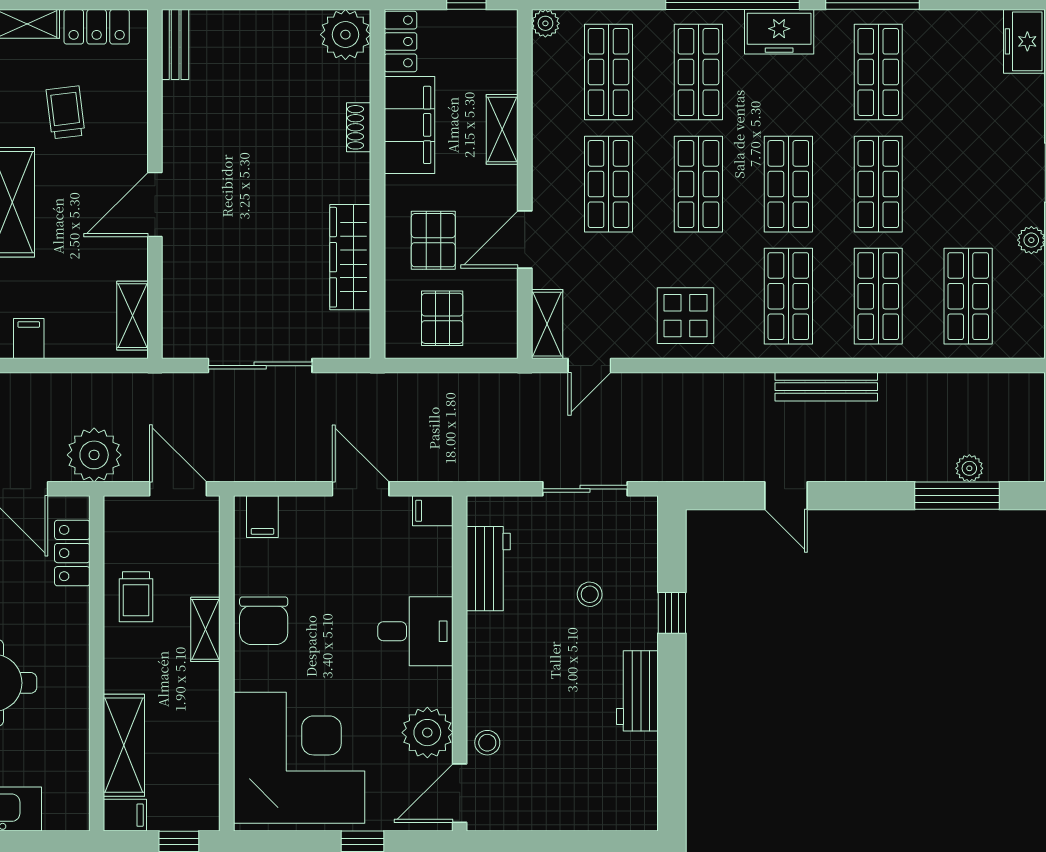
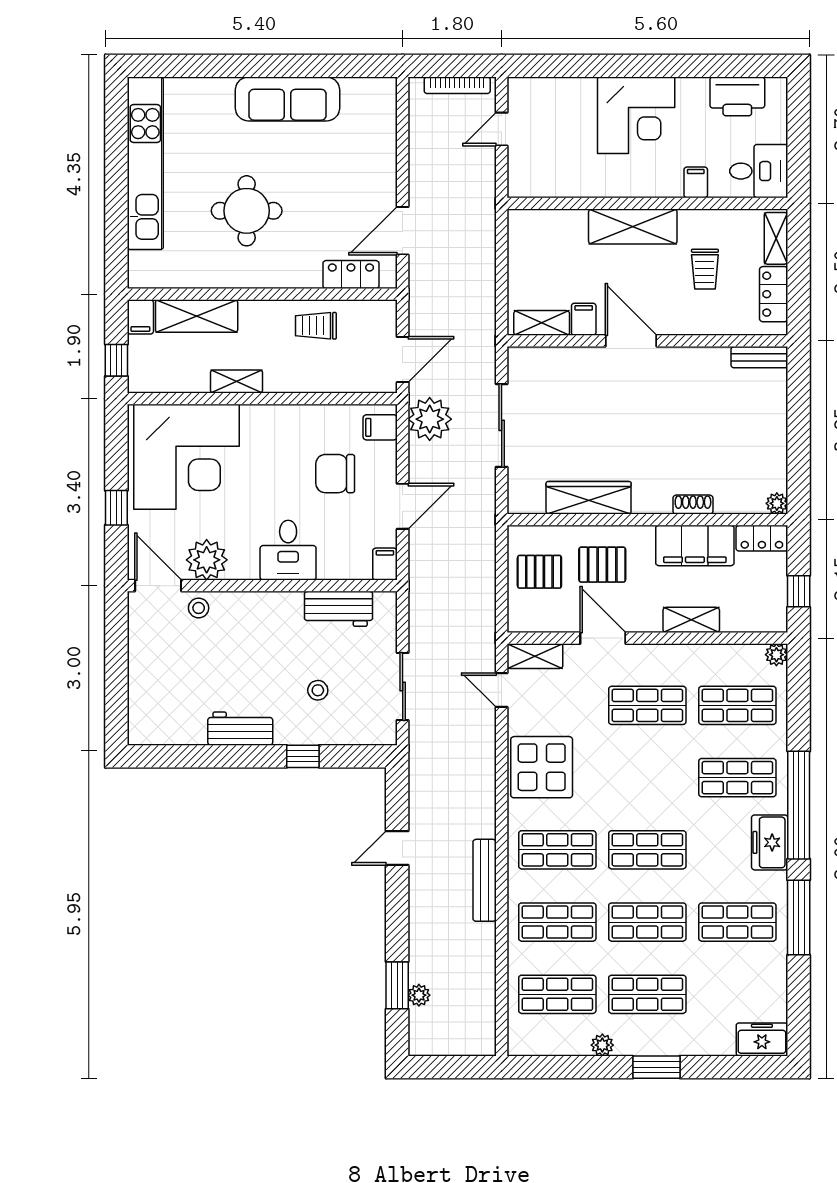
plant: (345, 35) -> (777, 503), width x0.53, depth x0.53
trolley: (66, 112) -> (705, 269), turned 97
shop shelf: (698, 184) -> (647, 994), moved
display table: (685, 316) -> (542, 767), width x1.36, depth x1.36
filing cabinet: (29, 339) -> (584, 319), moved, turned -90
plant: (94, 455) -> (430, 419), moved
window: (957, 496) -> (397, 985), width x0.69
chair: (264, 621) -> (335, 474), moved
shelving: (205, 629) -> (236, 382), moved

